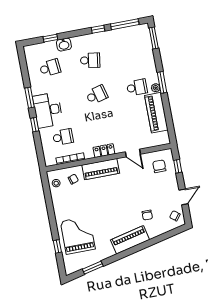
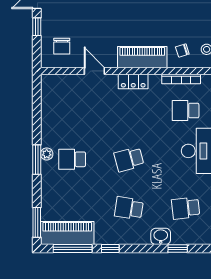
piano: (156, 113) -> (67, 233), moved, turned -90
window: (178, 166) -> (37, 27), moved

